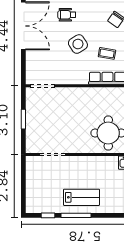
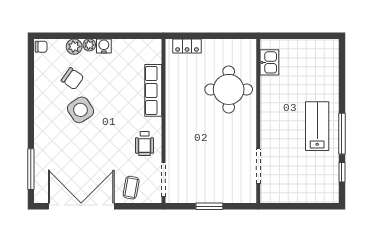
wheelchair: (67, 15) -> (145, 143), moved
side table: (78, 44) -> (80, 110), moved
coffee table: (107, 53) -> (131, 188), moved

